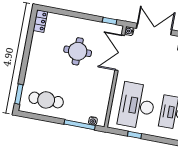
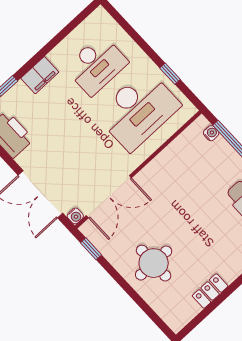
locker: (40, 21) -> (210, 291), moved
round table: (78, 51) -> (154, 263), moved

